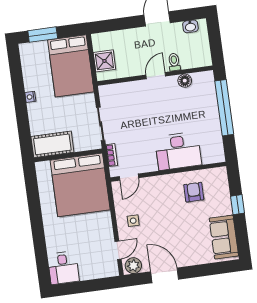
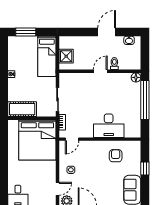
bed: (71, 66) -> (47, 56), width x0.67
floor lamp: (185, 81) -> (136, 77), moved

